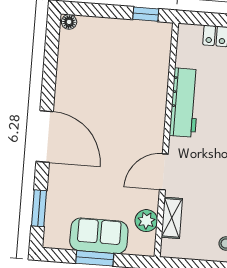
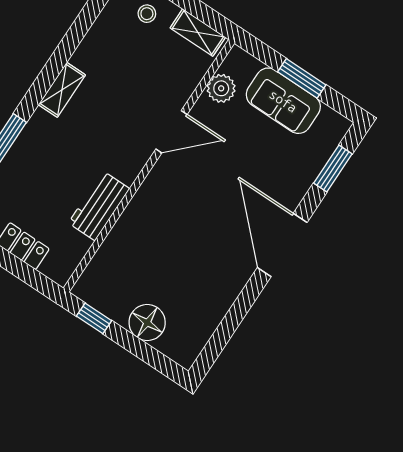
floor lamp: (69, 22) -> (147, 323), moved, width x1.89, depth x1.89
workbench: (185, 103) -> (99, 206), width x0.73
shelving: (172, 218) -> (198, 33), moved, turned 90

